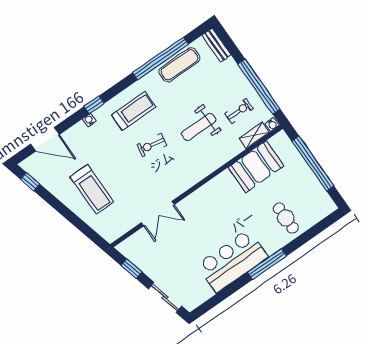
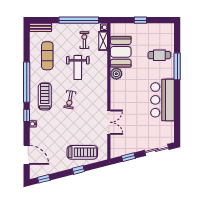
window: (161, 58) -> (27, 82), moved
exercise mat: (179, 65) -> (47, 56), moved
door: (45, 139) -> (27, 155), hinge flipped
window: (313, 163) -> (140, 20), width x0.32
plant: (225, 180) -> (116, 74), added
treadmill: (92, 189) -> (82, 152), moved
window: (71, 217) -> (78, 170), added
window: (267, 264) -> (177, 66), moved

